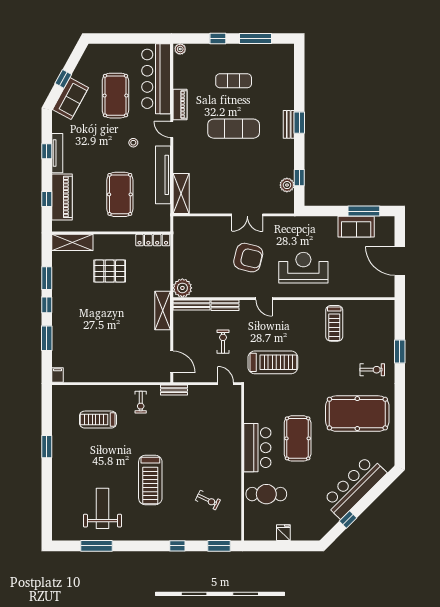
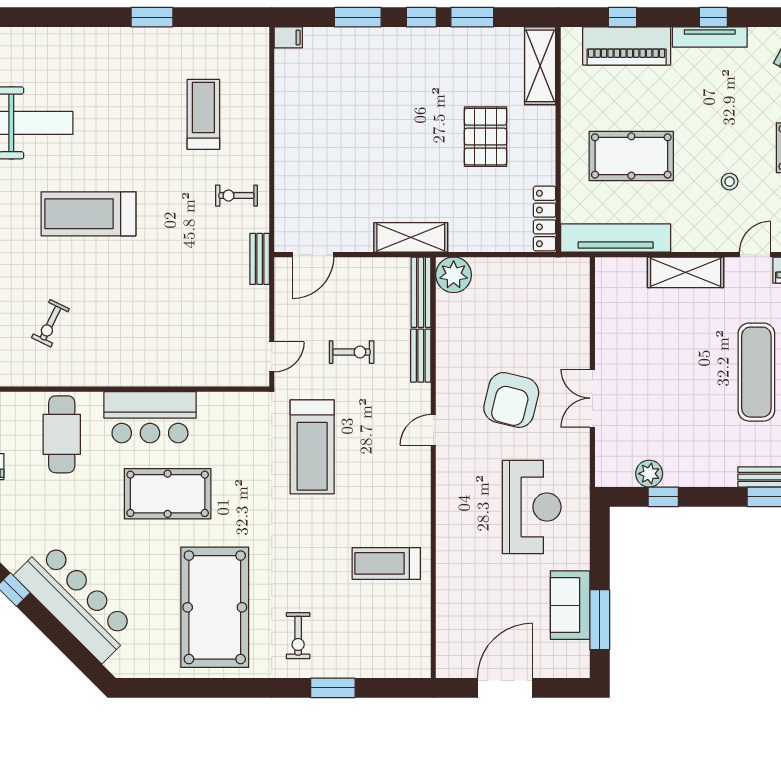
tv unit: (163, 175) -> (616, 238), moved
shelving: (181, 194) -> (686, 272), moved
reception desk: (303, 268) -> (532, 507), moved

